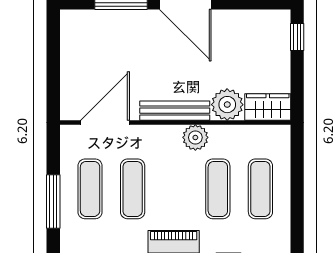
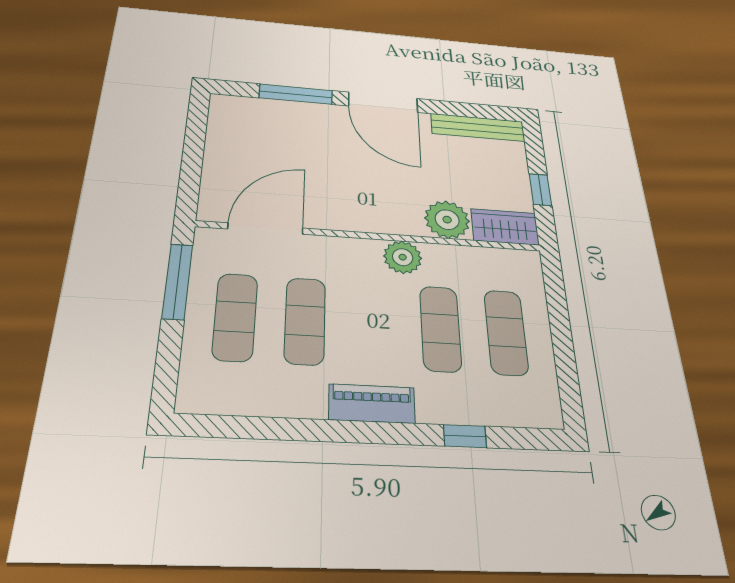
window: (297, 37) -> (540, 190), moved
bench: (175, 111) -> (478, 127), moved
window: (53, 201) -> (177, 281), moved

